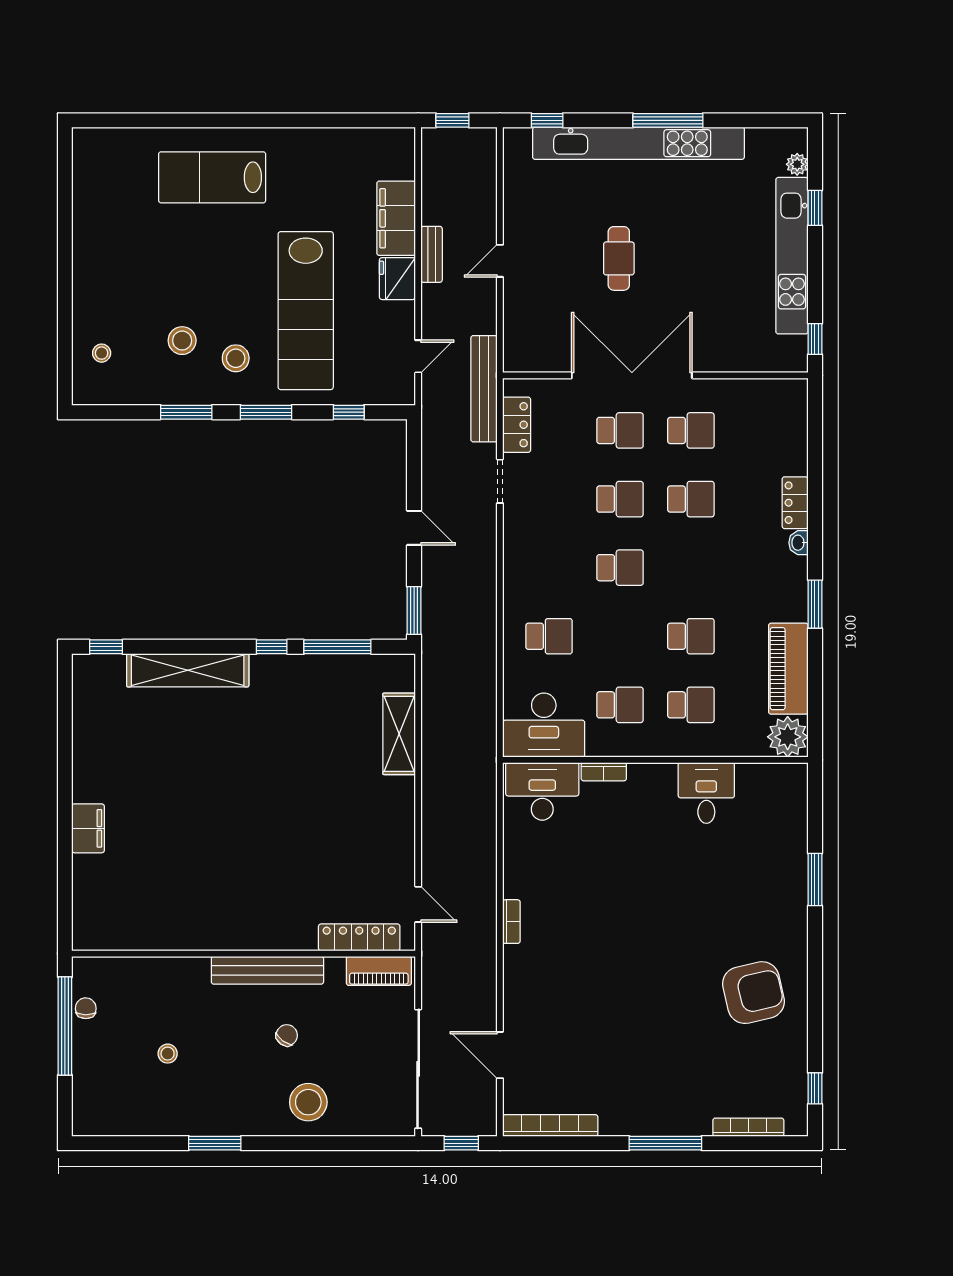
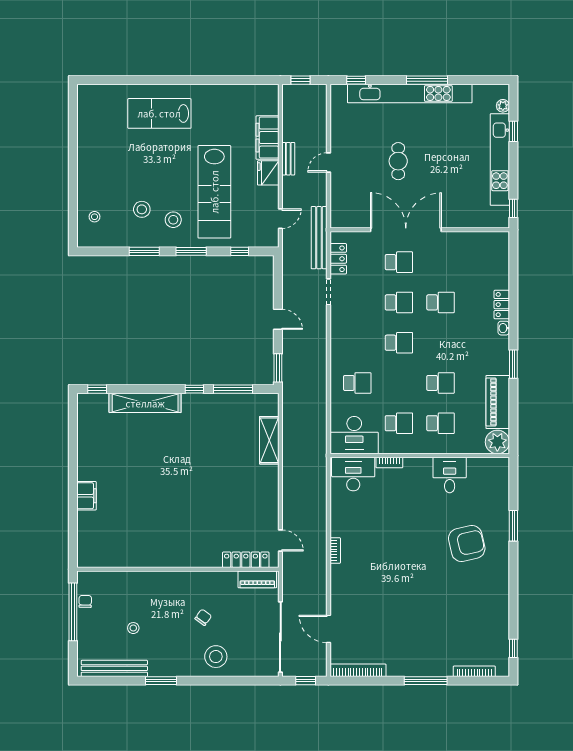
school desk: (691, 430) -> (441, 262), removed
bench: (267, 970) -> (114, 668), moved
armchair: (753, 993) -> (467, 544), moved

